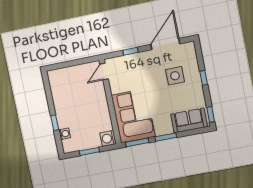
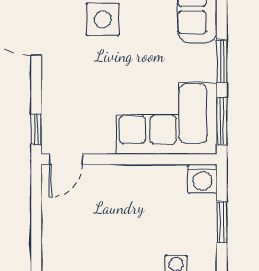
window: (131, 51) -> (36, 130), moved
door: (104, 72) -> (66, 159), hinge flipped

